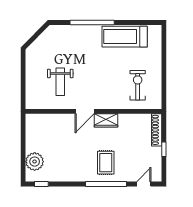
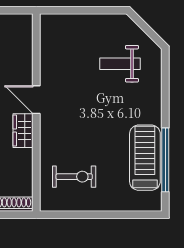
window: (92, 23) -> (165, 160), moved
weight bench: (60, 82) -> (120, 64), moved

